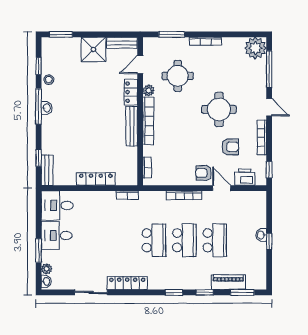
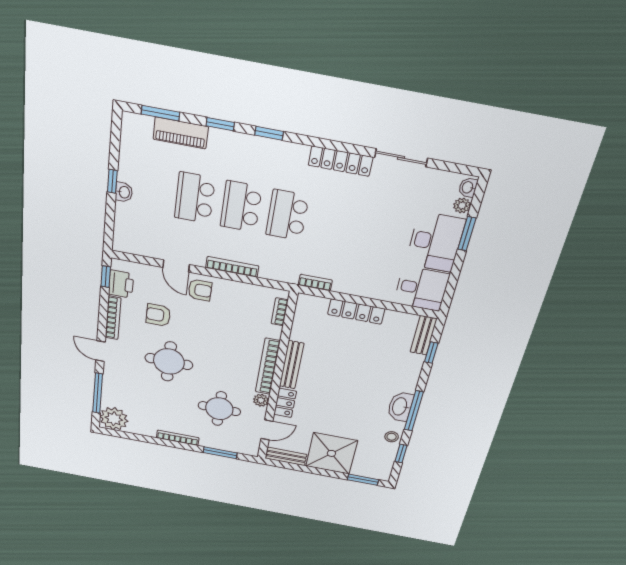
shower: (93, 49) -> (331, 453), width x1.37, depth x1.37
washbasin: (47, 108) -> (400, 407), width x1.91, depth x1.45
printer: (245, 177) -> (121, 284), moved, turned -90
desk: (57, 236) -> (435, 242), width x1.37

